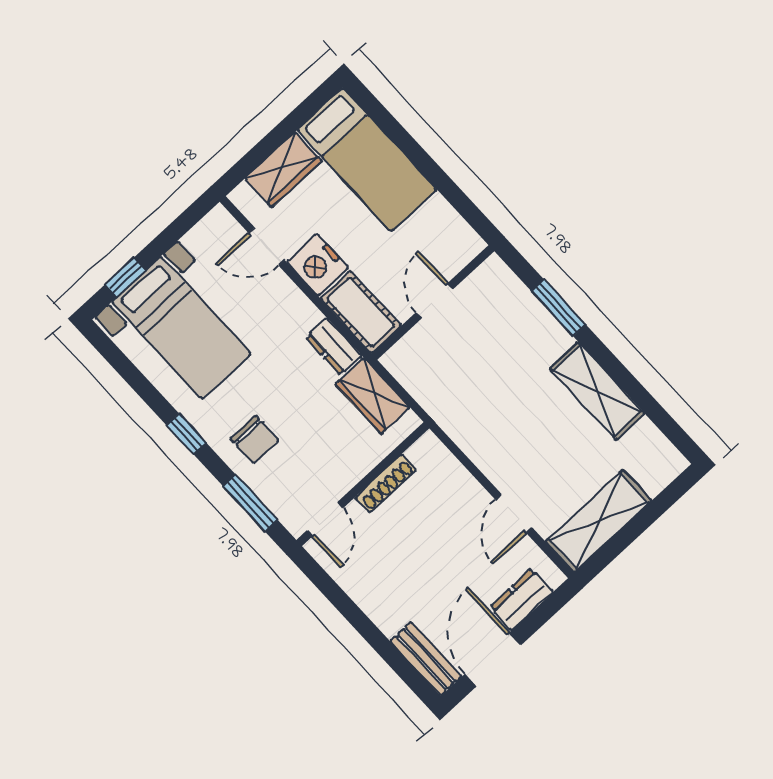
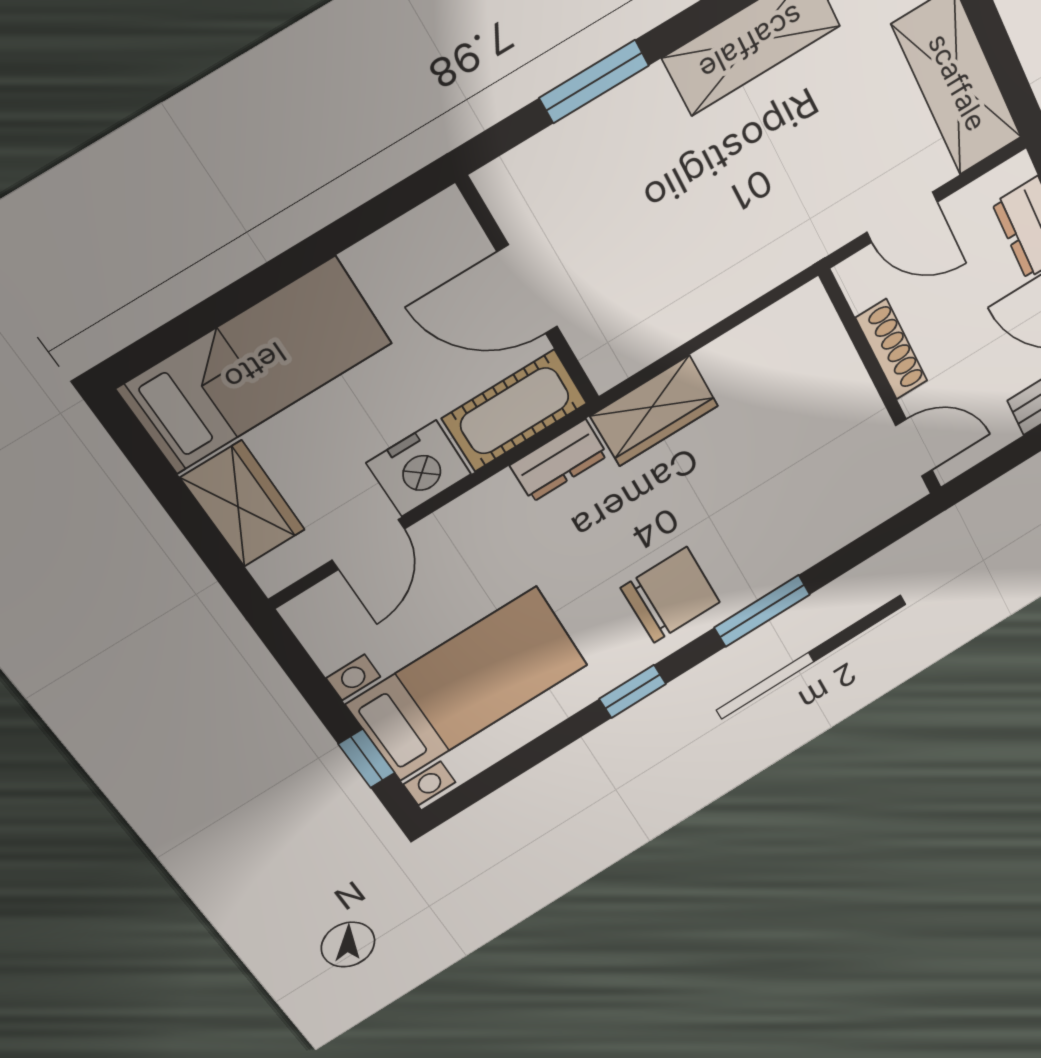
door: (435, 301) -> (527, 289), width x1.38
chair: (255, 440) -> (670, 595), width x1.37, depth x1.37
shoe rack: (386, 483) -> (892, 349), moved
wall: (363, 484) -> (882, 384), moved
door: (325, 519) -> (914, 448), moved

